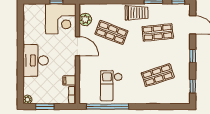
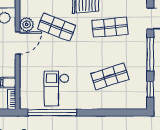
plant: (85, 19) -> (27, 24), moved
door: (77, 46) -> (18, 43), hinge flipped
window: (193, 56) -> (150, 54), width x2.17

